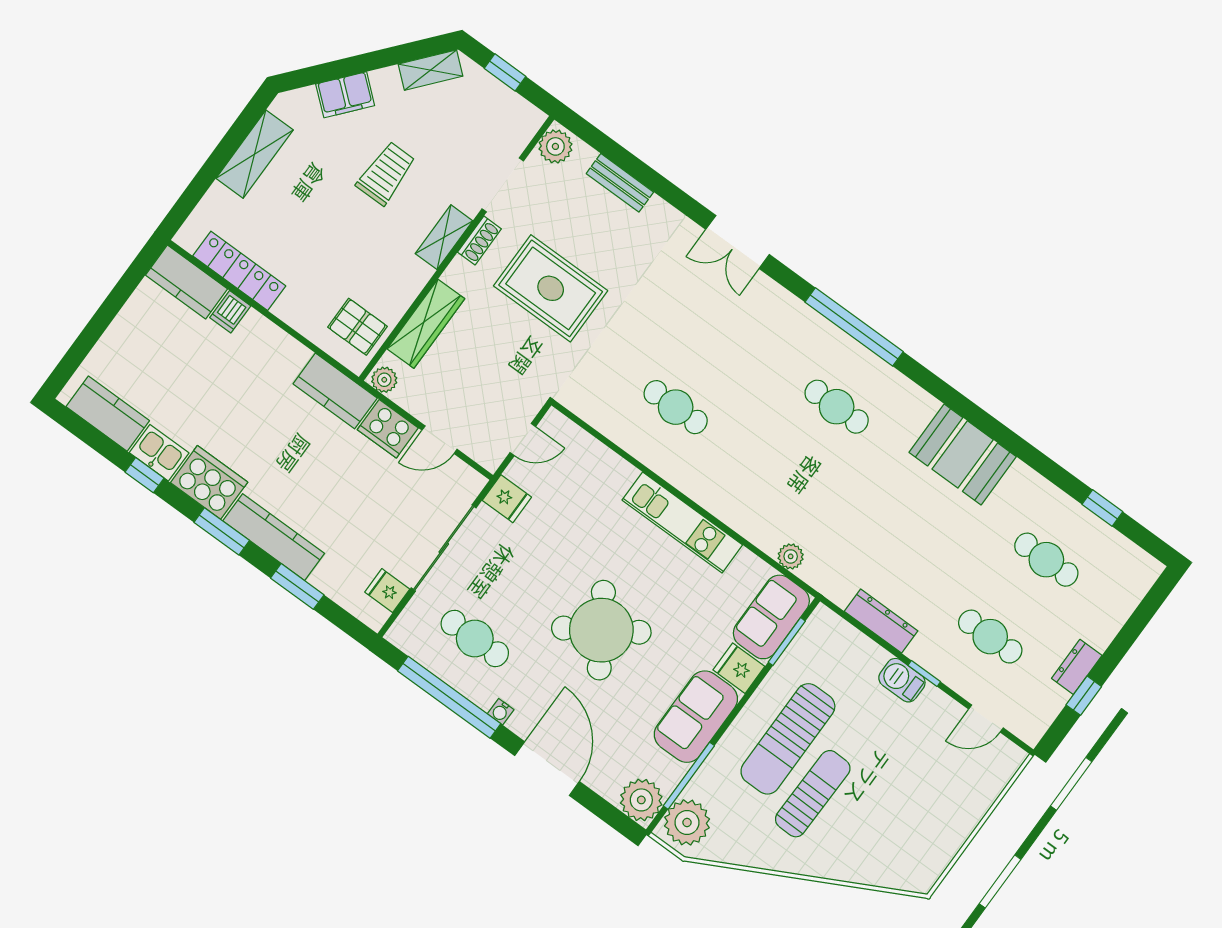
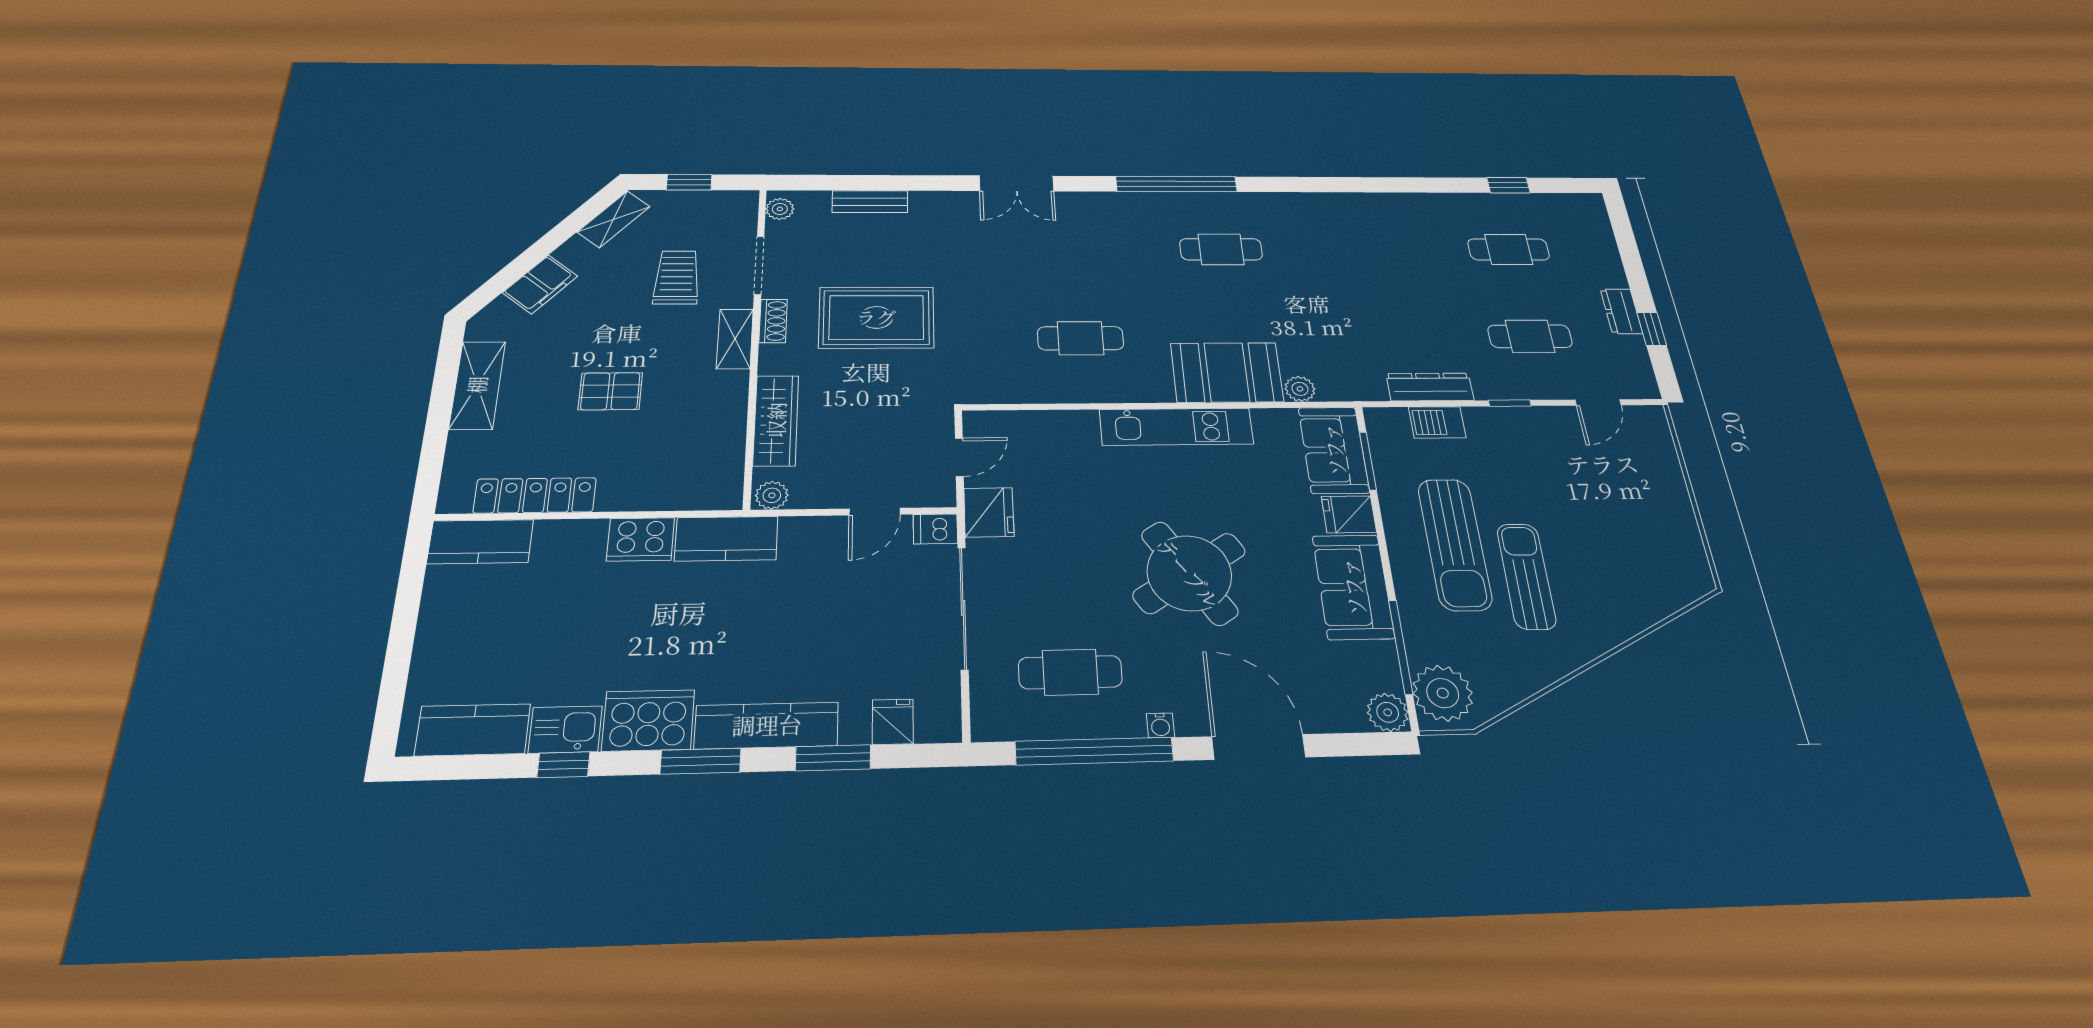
plant: (555, 146) -> (780, 209), width x0.73, depth x0.73
trolley: (386, 173) -> (677, 277), moved
dishwasher: (230, 312) -> (935, 529), moved, turned 90
pallet: (358, 327) -> (610, 391), moved
cooker: (388, 429) -> (641, 539), moved
booth: (963, 454) -> (1227, 372), moved
fridge: (507, 499) -> (989, 512), width x1.38
fridge: (387, 591) -> (893, 722), moved, turned 90
barbecue: (902, 680) -> (1437, 422), moved
plant: (641, 800) -> (1388, 712), width x0.73, depth x0.73

